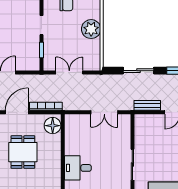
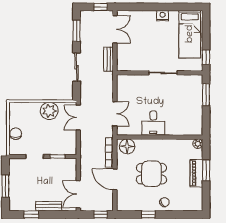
plant: (91, 29) -> (49, 111), moved
double door: (69, 72) -> (78, 118), moved
double door: (104, 112) -> (115, 114), moved
desk: (78, 168) -> (153, 123), moved

